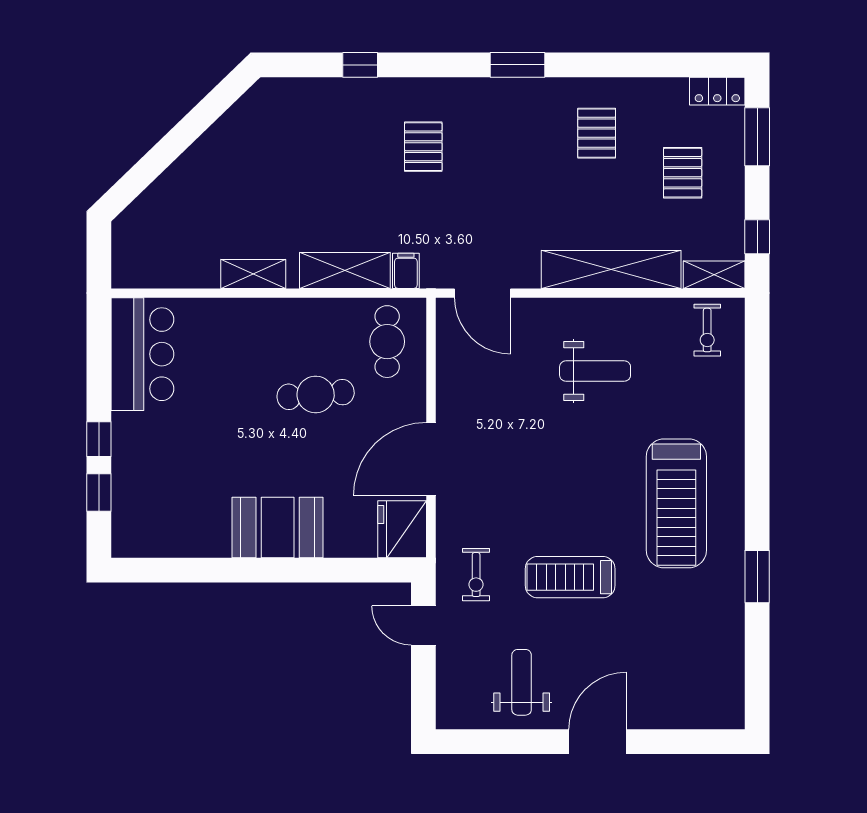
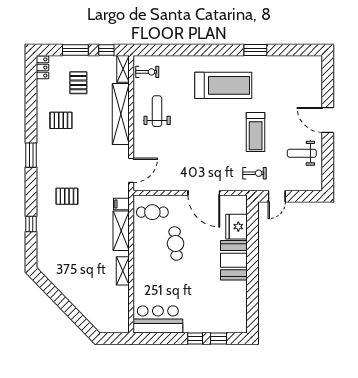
window: (757, 137) -> (75, 50), moved
pallet: (683, 173) -> (78, 83), turned 90
weight bench: (595, 371) -> (157, 111), moved
fridge: (402, 529) -> (237, 227), moved, turned 90

